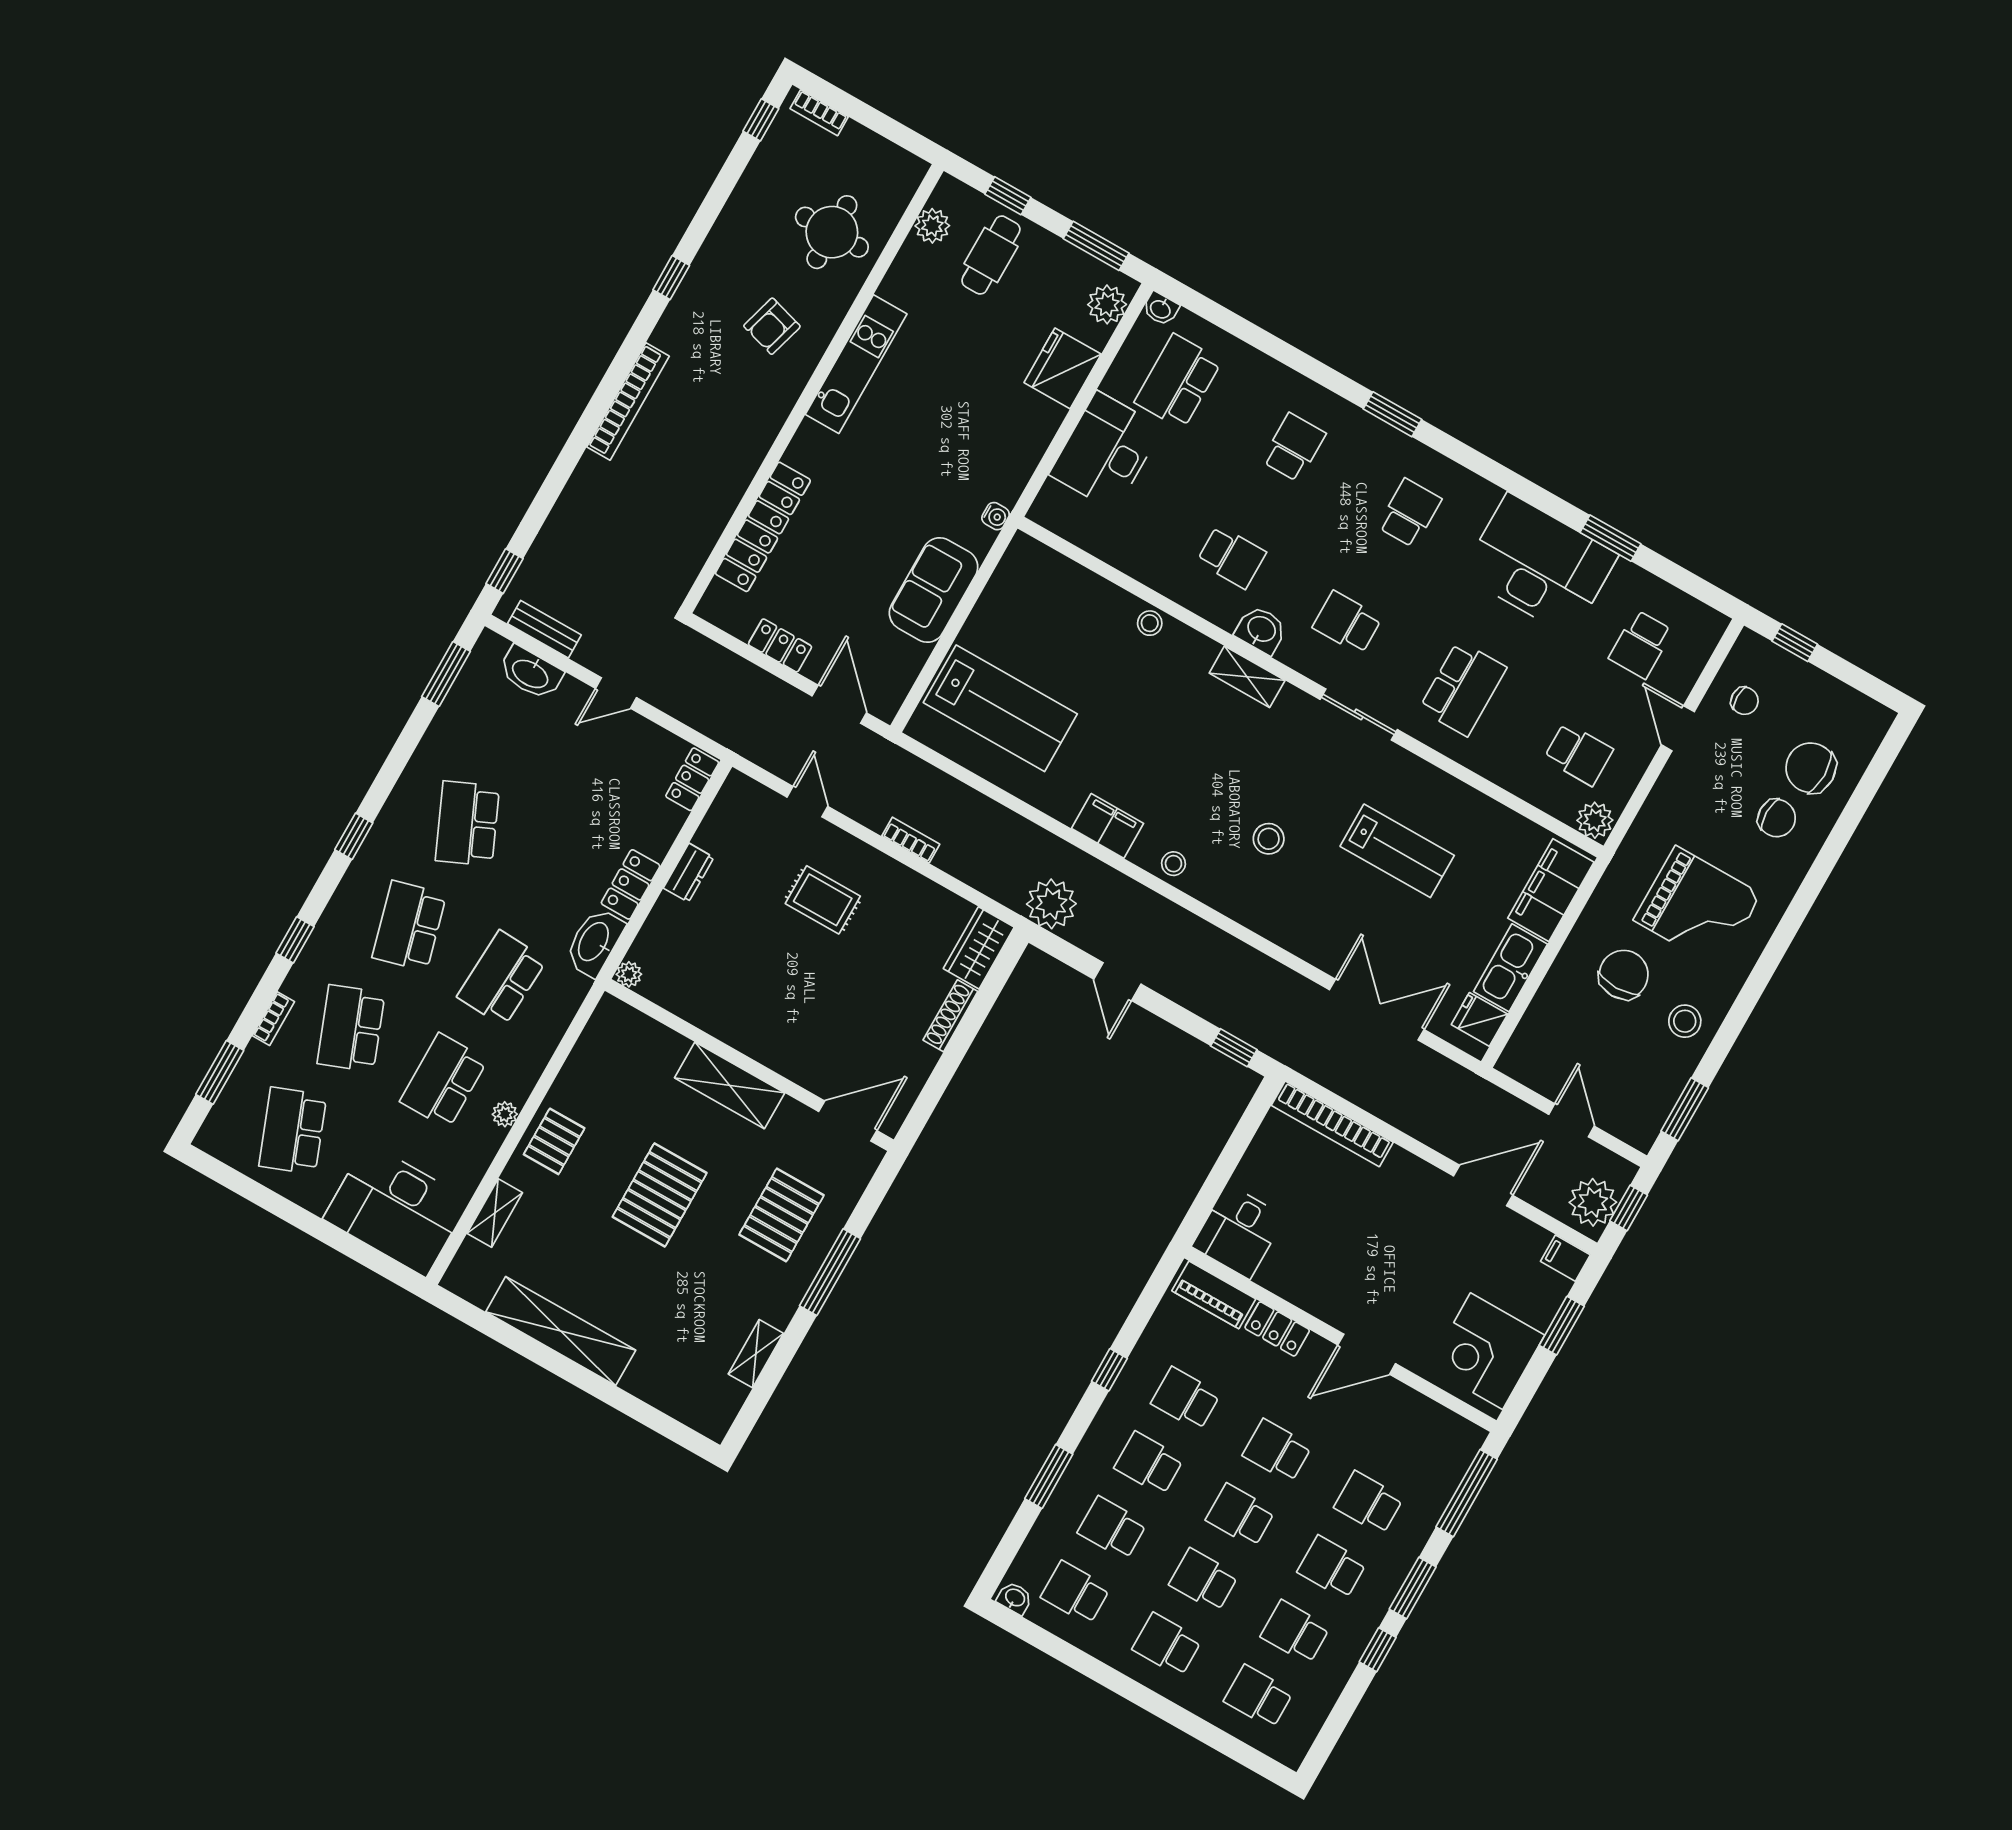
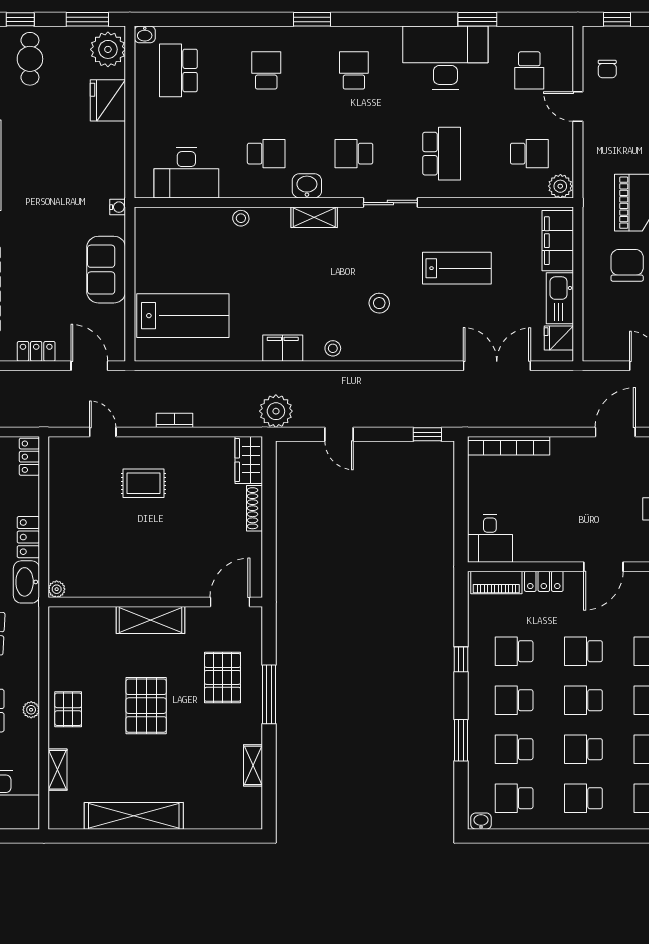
plant: (1107, 304) -> (108, 49), width x1.36, depth x1.36
desk: (1106, 451) -> (186, 173), moved, turned -90
chair: (1745, 701) -> (607, 69), turned 90
dresser: (689, 873) -> (58, 511), removed

